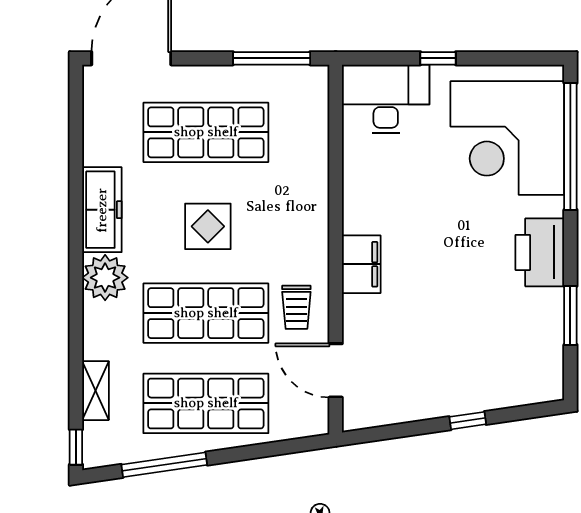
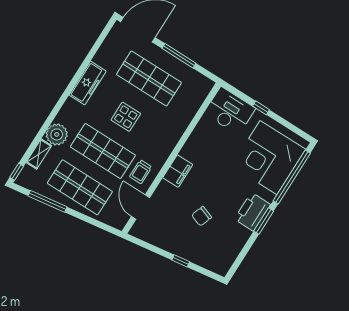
window: (272, 58) -> (179, 56), moved
plant: (105, 278) -> (57, 134), moved
window: (570, 315) -> (264, 221), moved
chair: (455, 318) -> (202, 216), added

